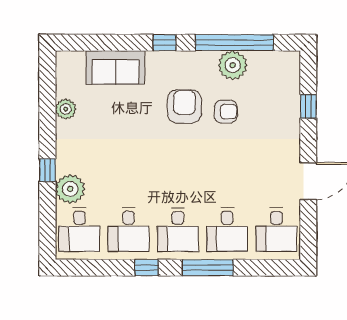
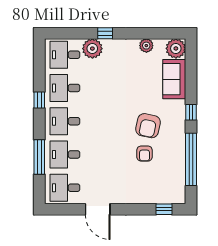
plant: (233, 65) -> (176, 48), moved
armchair: (184, 106) -> (148, 126), turned 102
window: (308, 106) -> (164, 209), moved
window: (208, 268) -> (39, 157), moved

